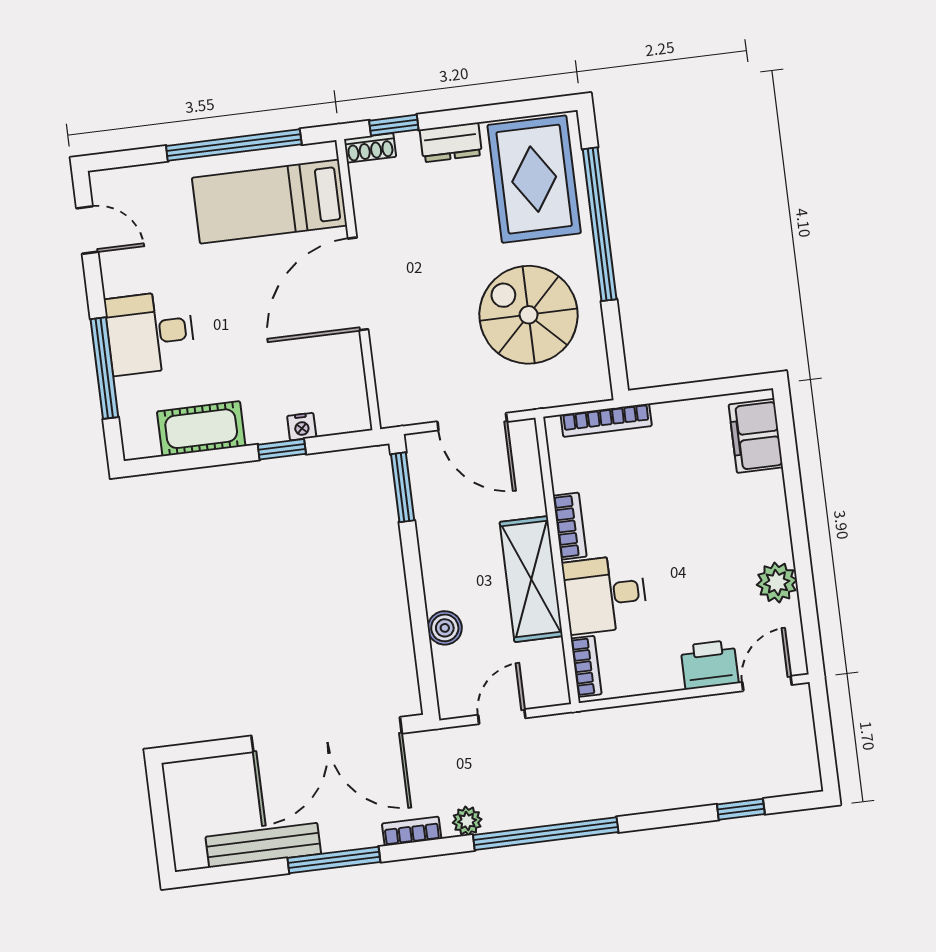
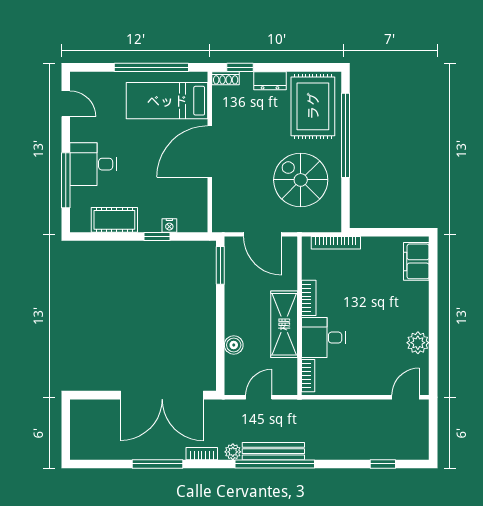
printer: (710, 665) -> (376, 383), removed
bench: (263, 845) -> (273, 451), moved

